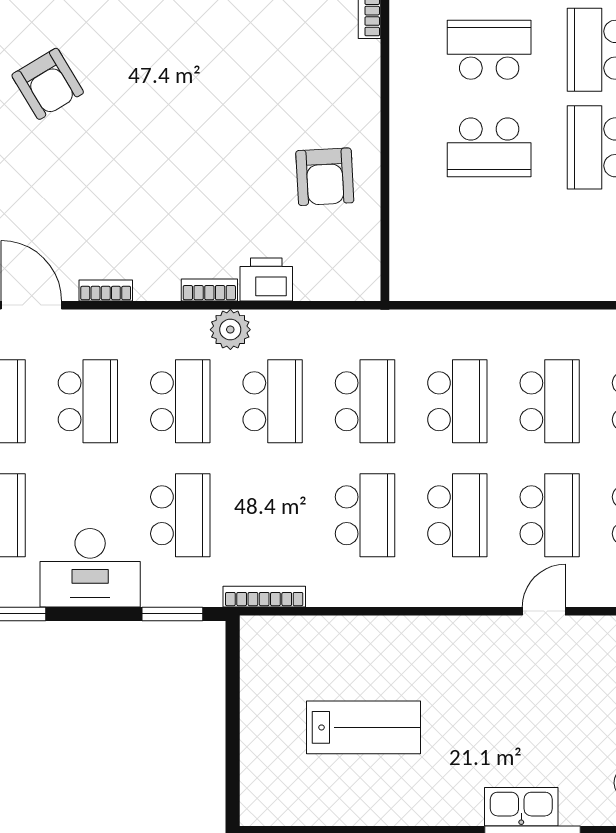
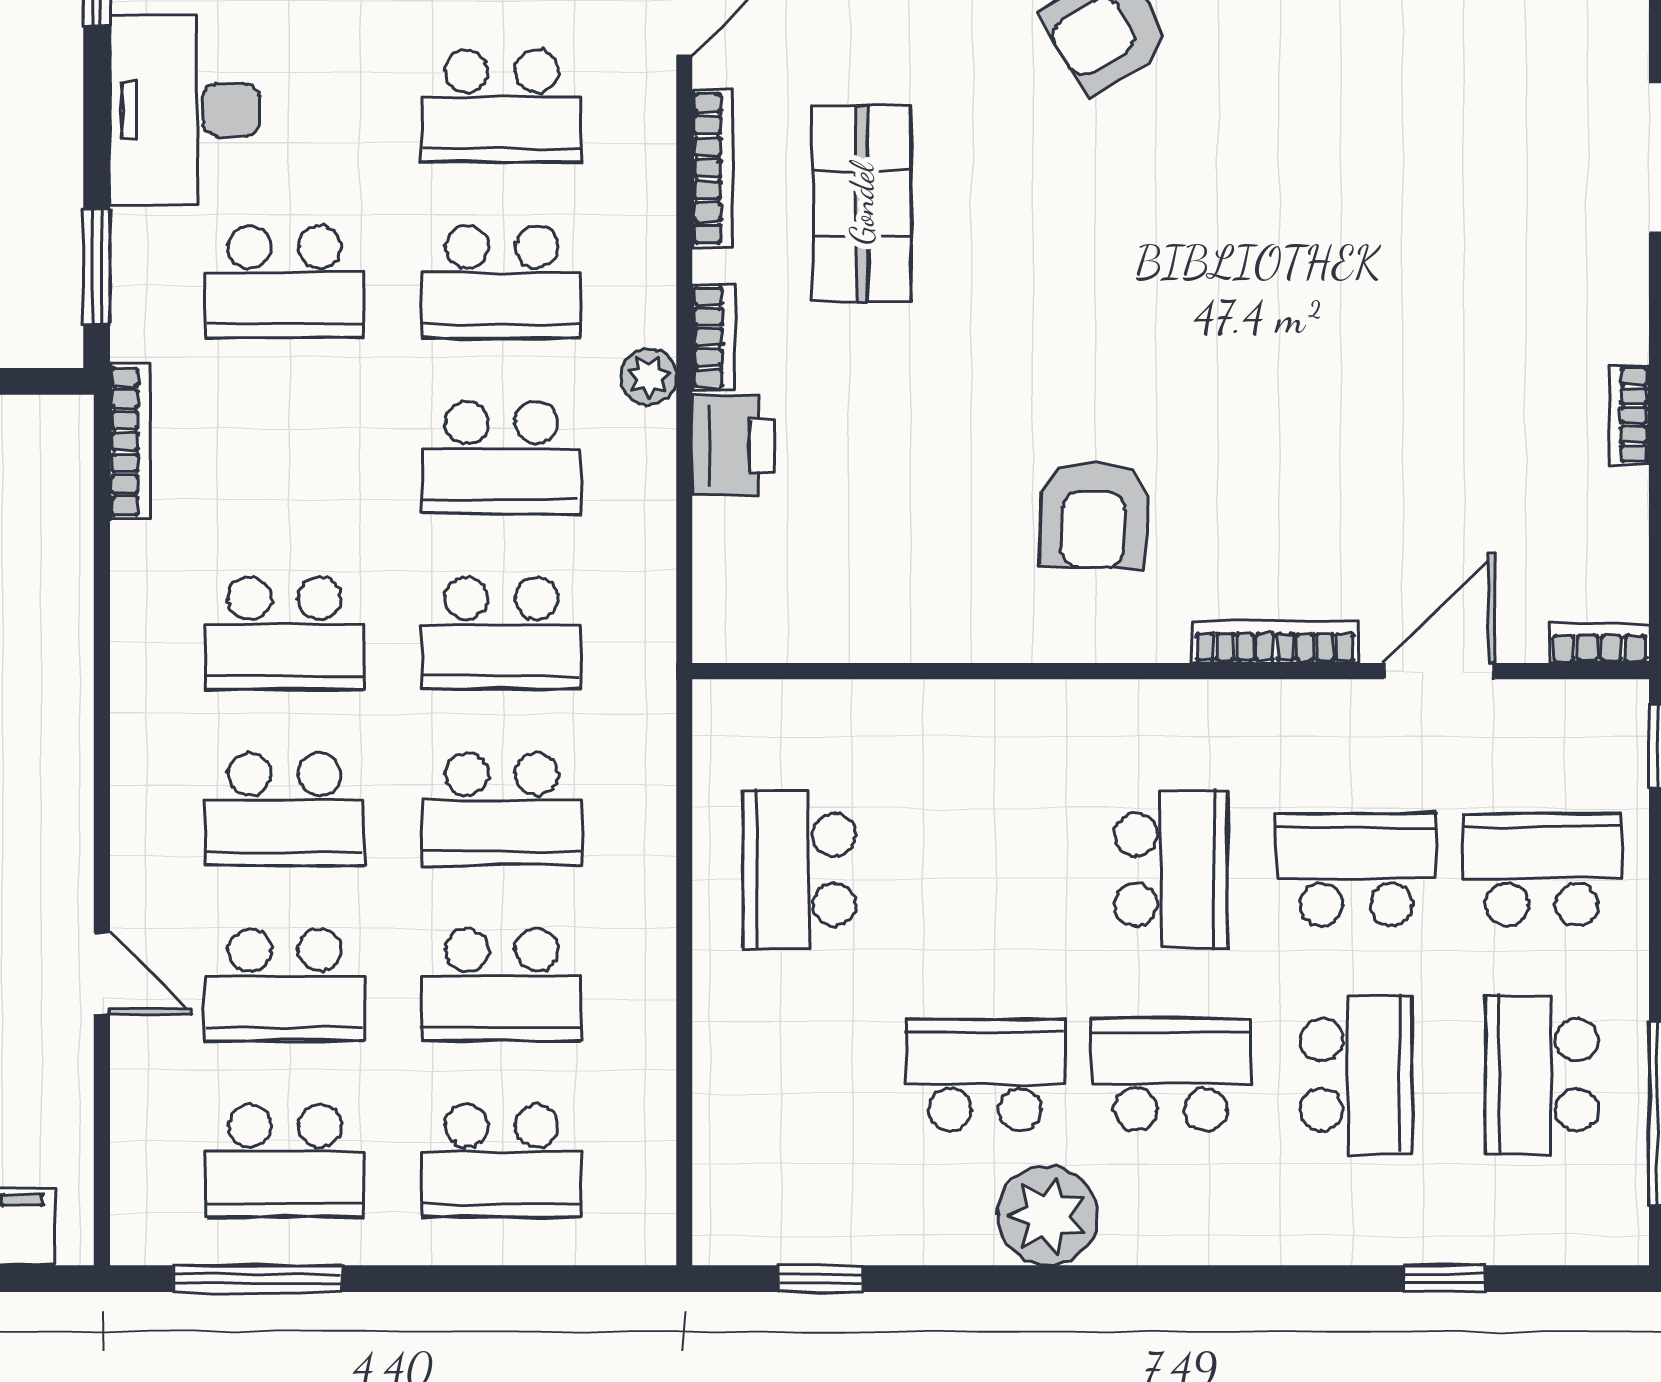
school desk: (489, 147) -> (799, 870), moved
armchair: (325, 177) -> (1094, 514), moved, turned -85
shop shelf: (139, 212) -> (862, 204), added
bookcase: (106, 290) -> (712, 168), width x1.56
plant: (230, 330) -> (649, 377), width x0.73, depth x0.73

